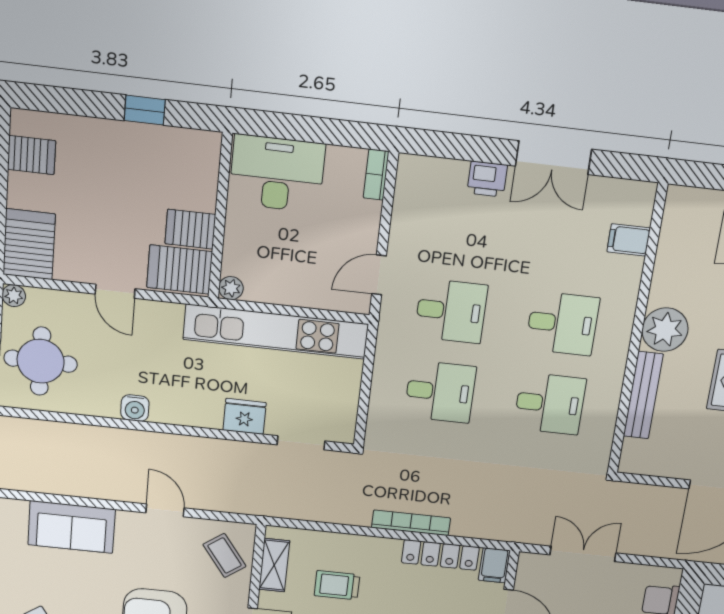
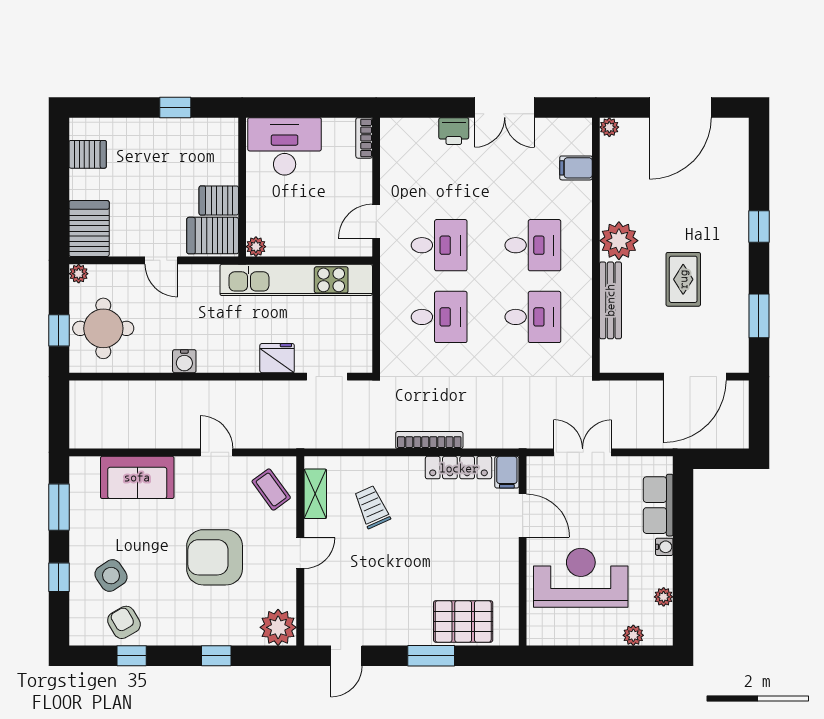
plant: (677, 196) -> (609, 127), added
trolley: (337, 585) -> (372, 507), turned 66

